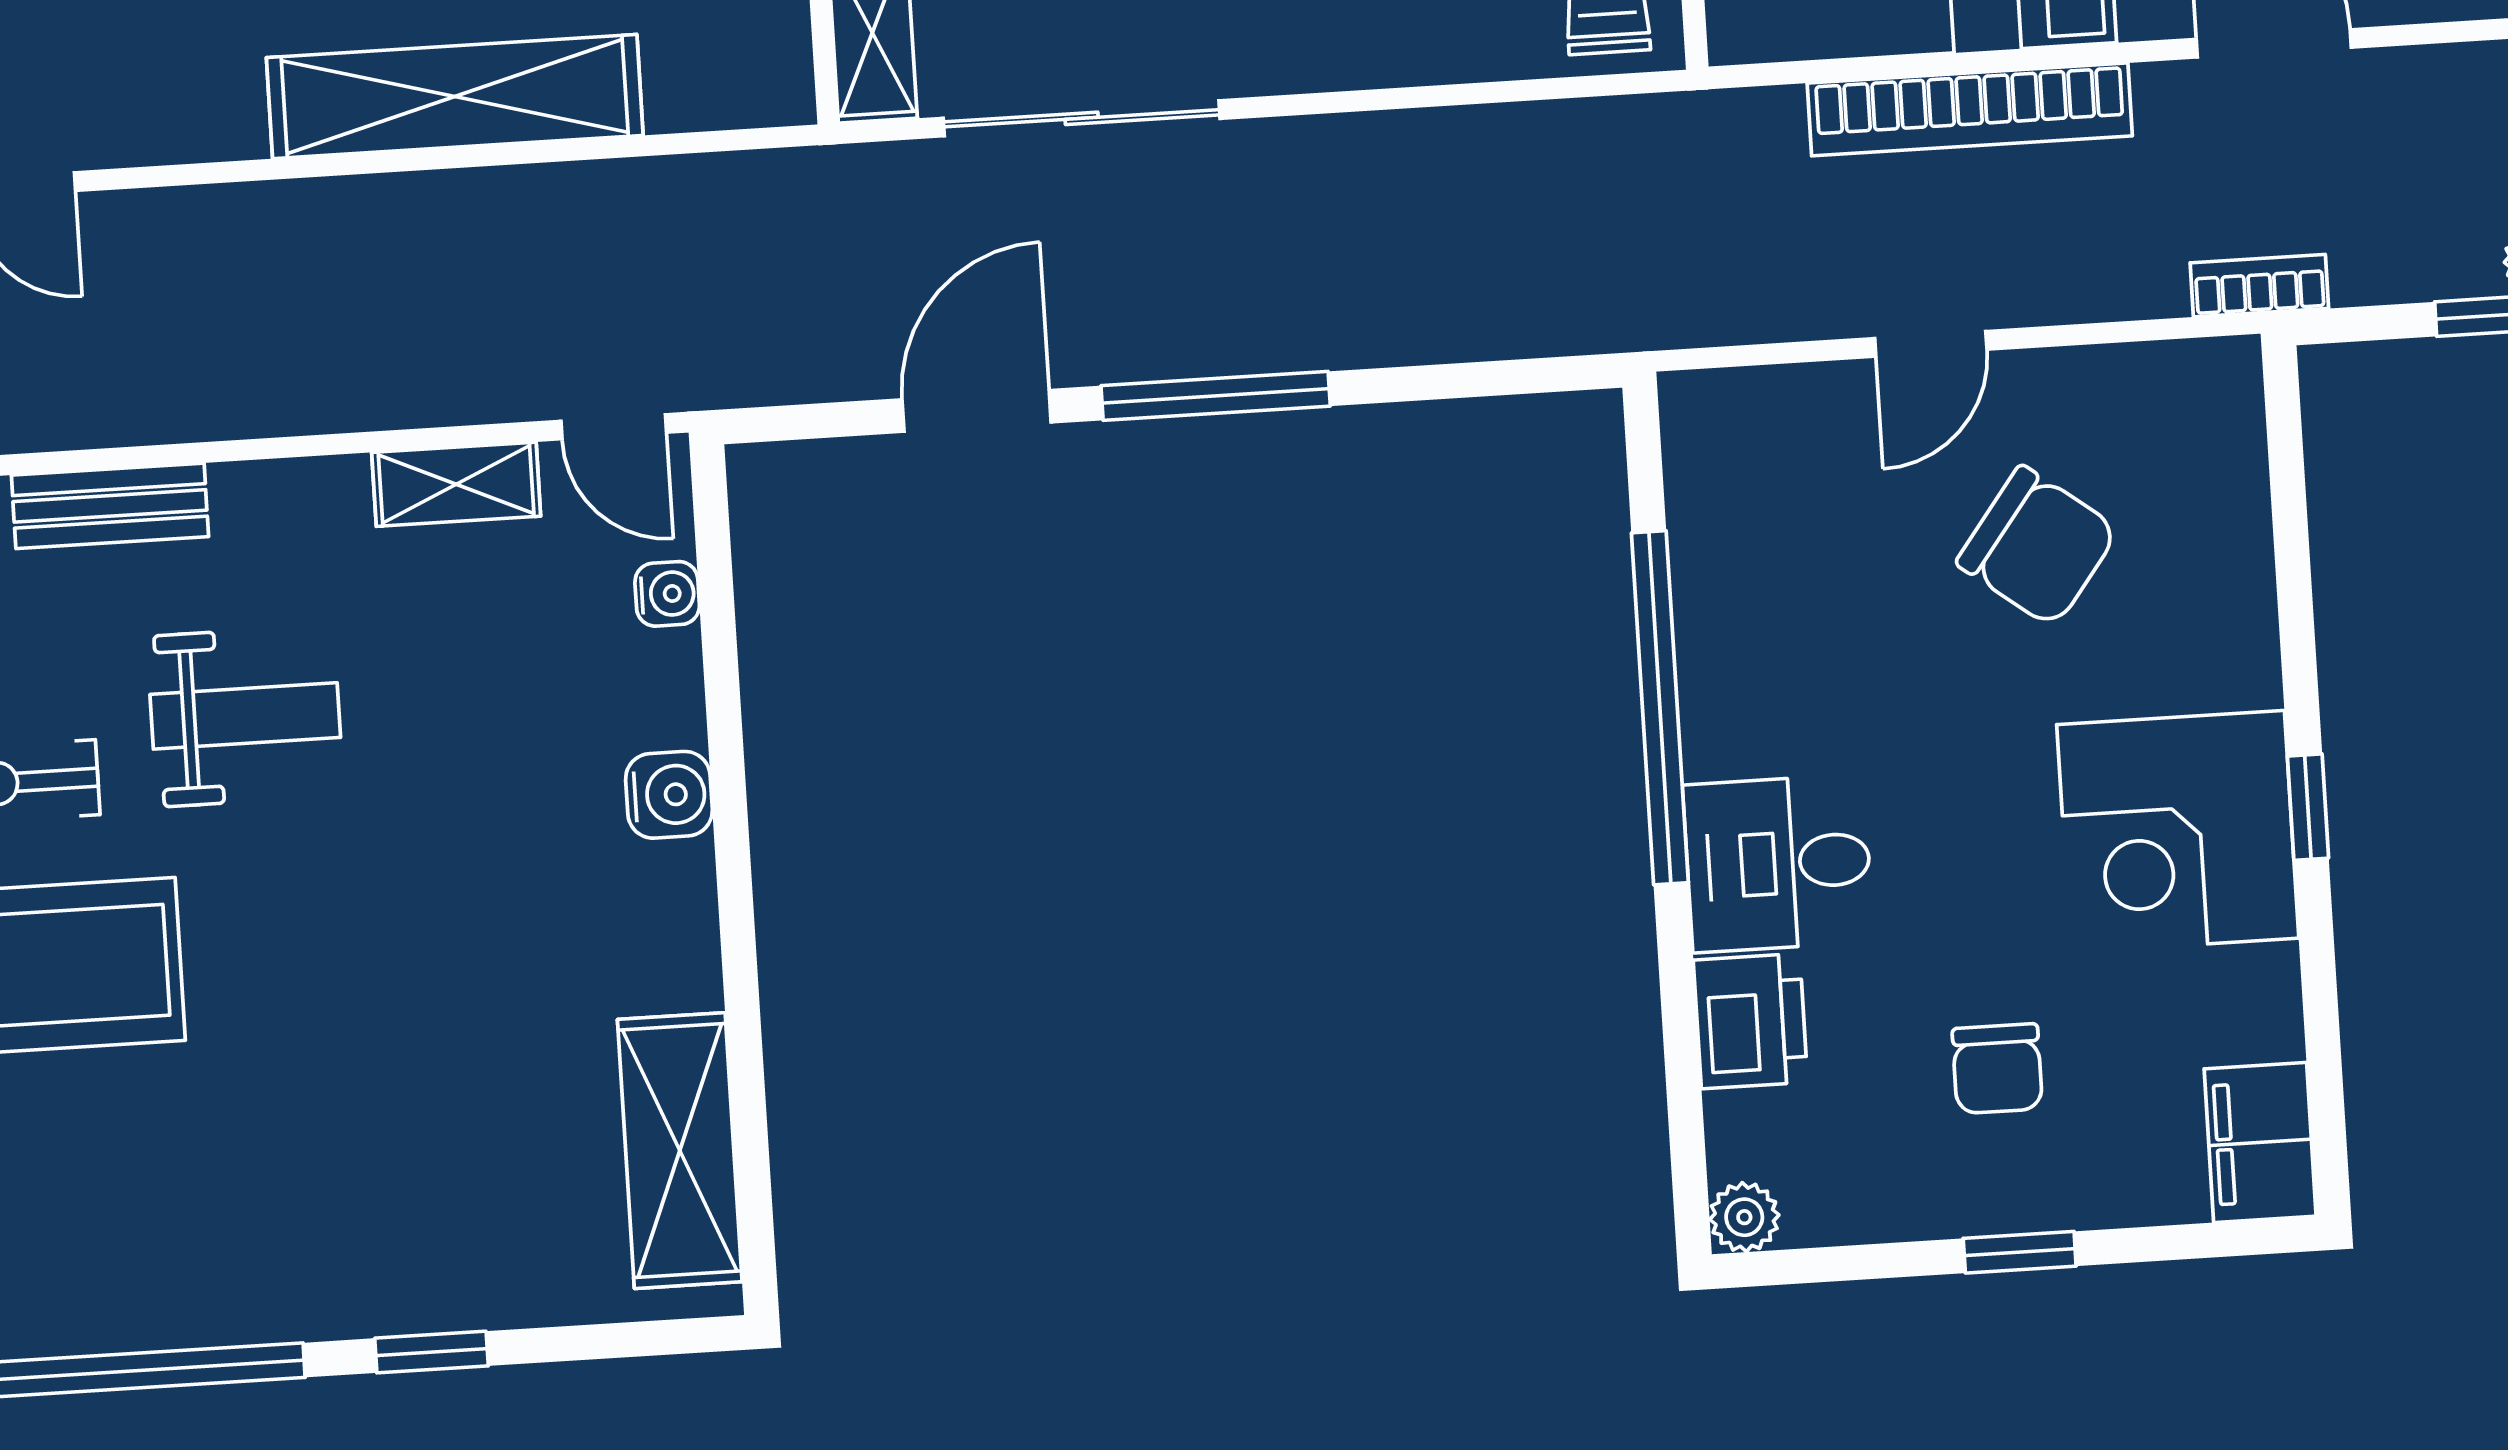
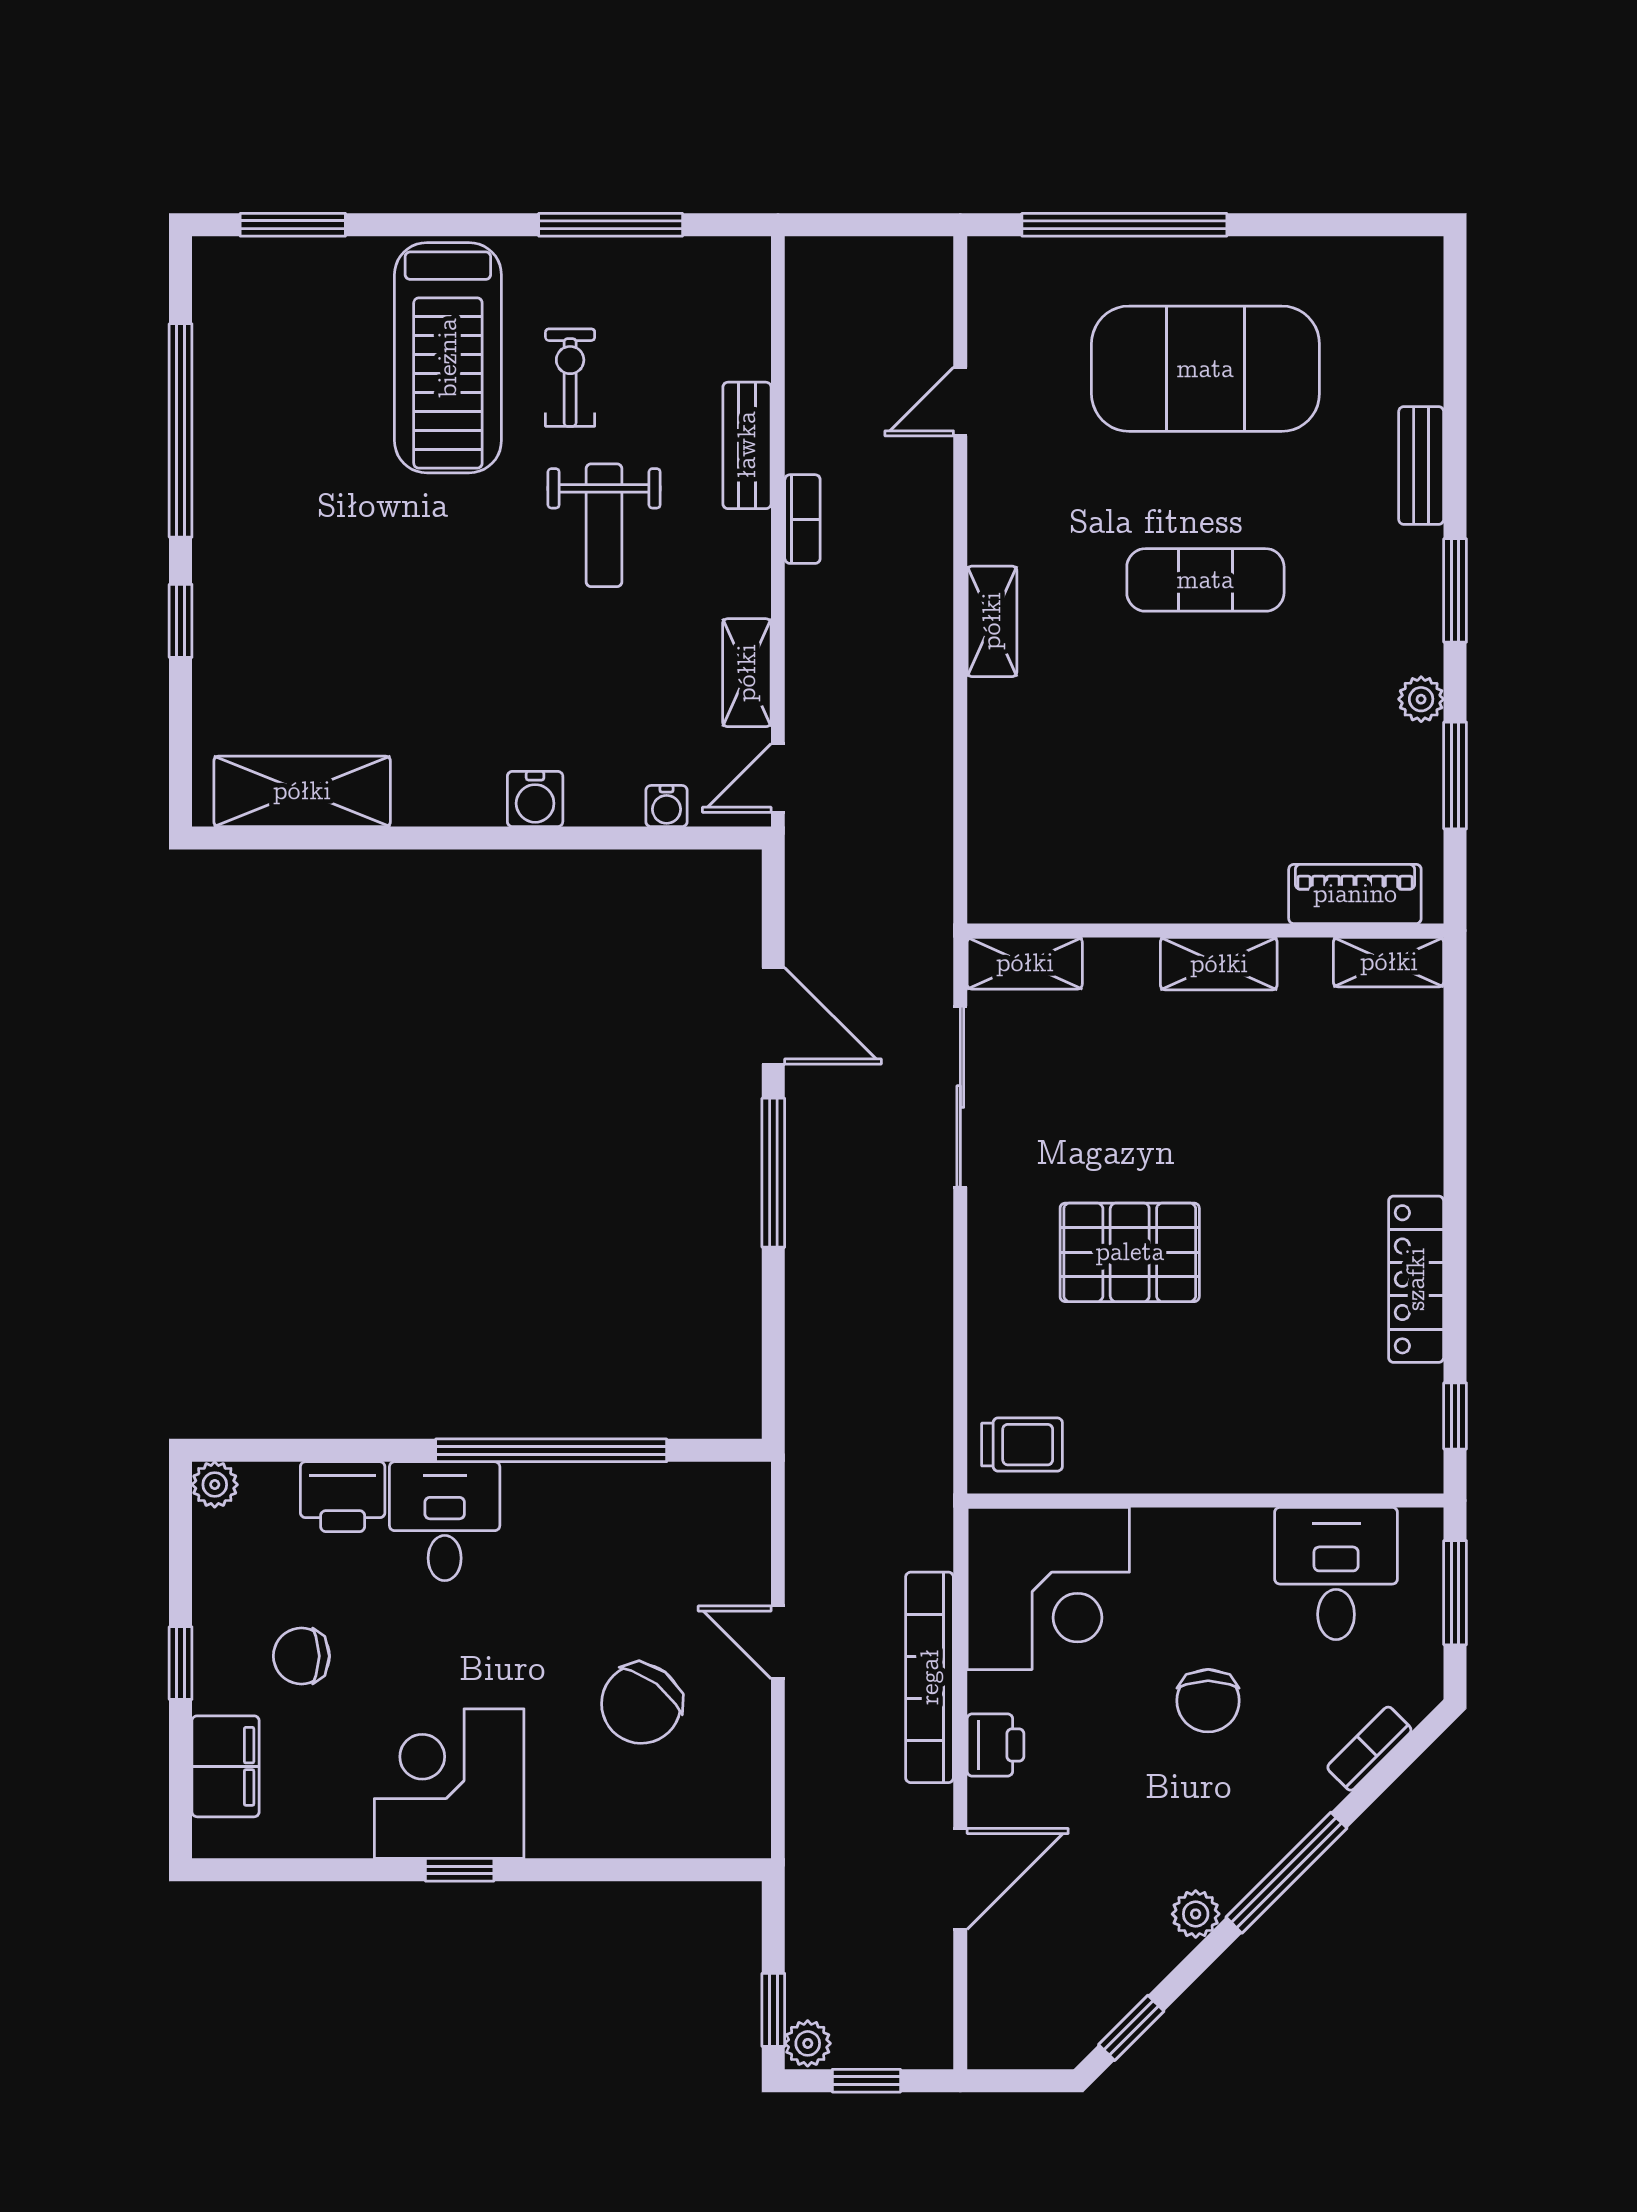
shelving: (455, 97) -> (992, 621), width x0.45, depth x0.75
bookcase: (2259, 286) -> (802, 519), moved
filing cabinet: (2260, 1142) -> (226, 1766), moved, turned 90

